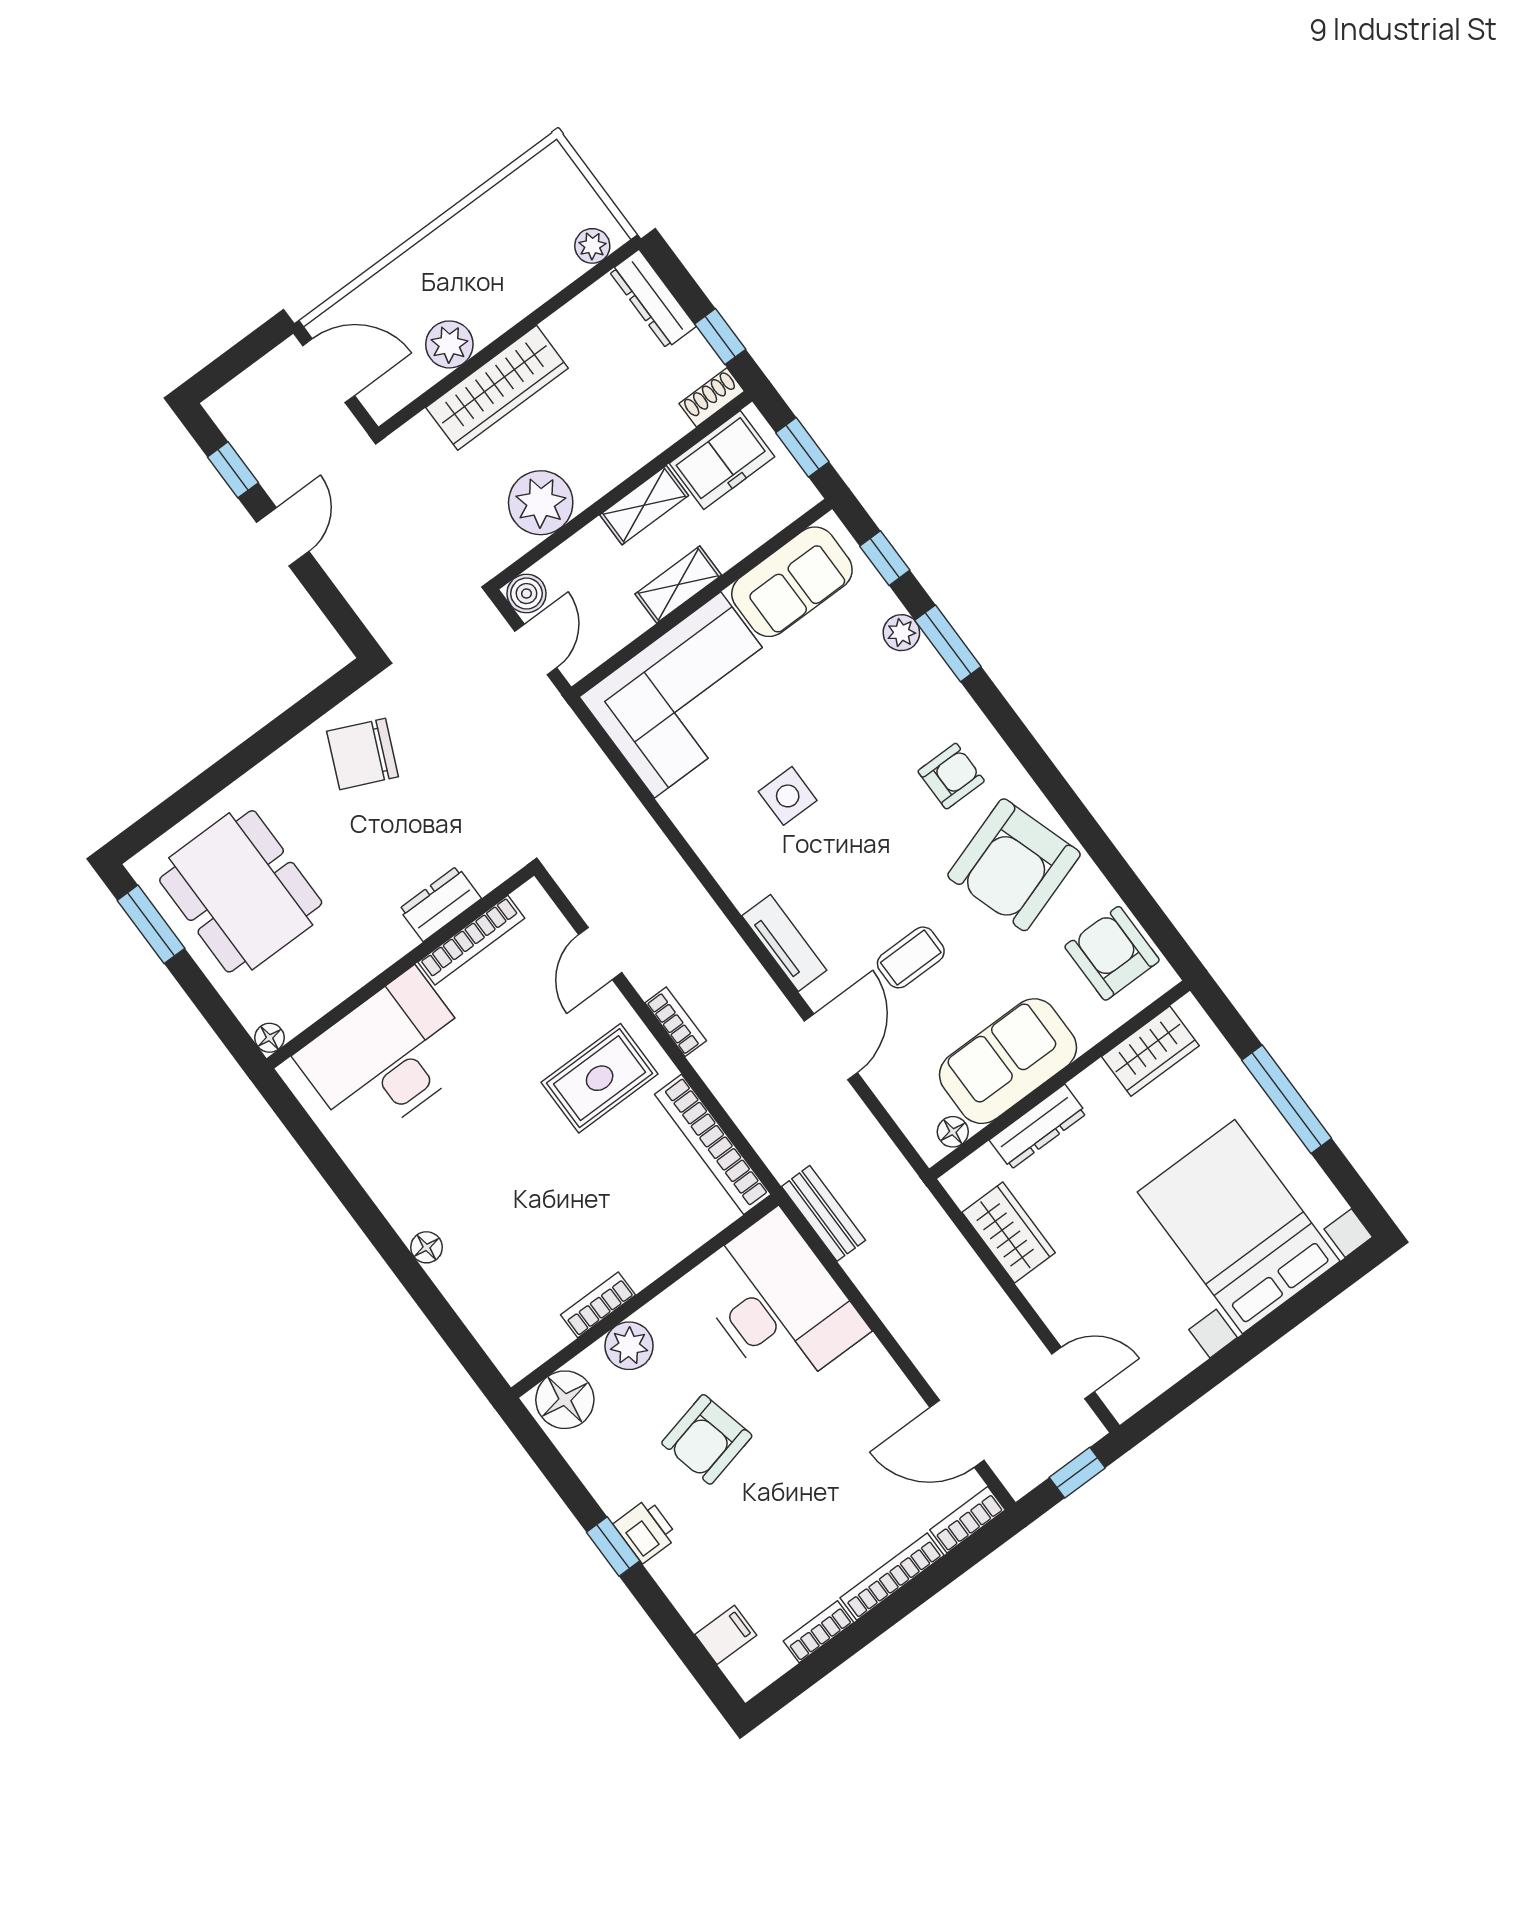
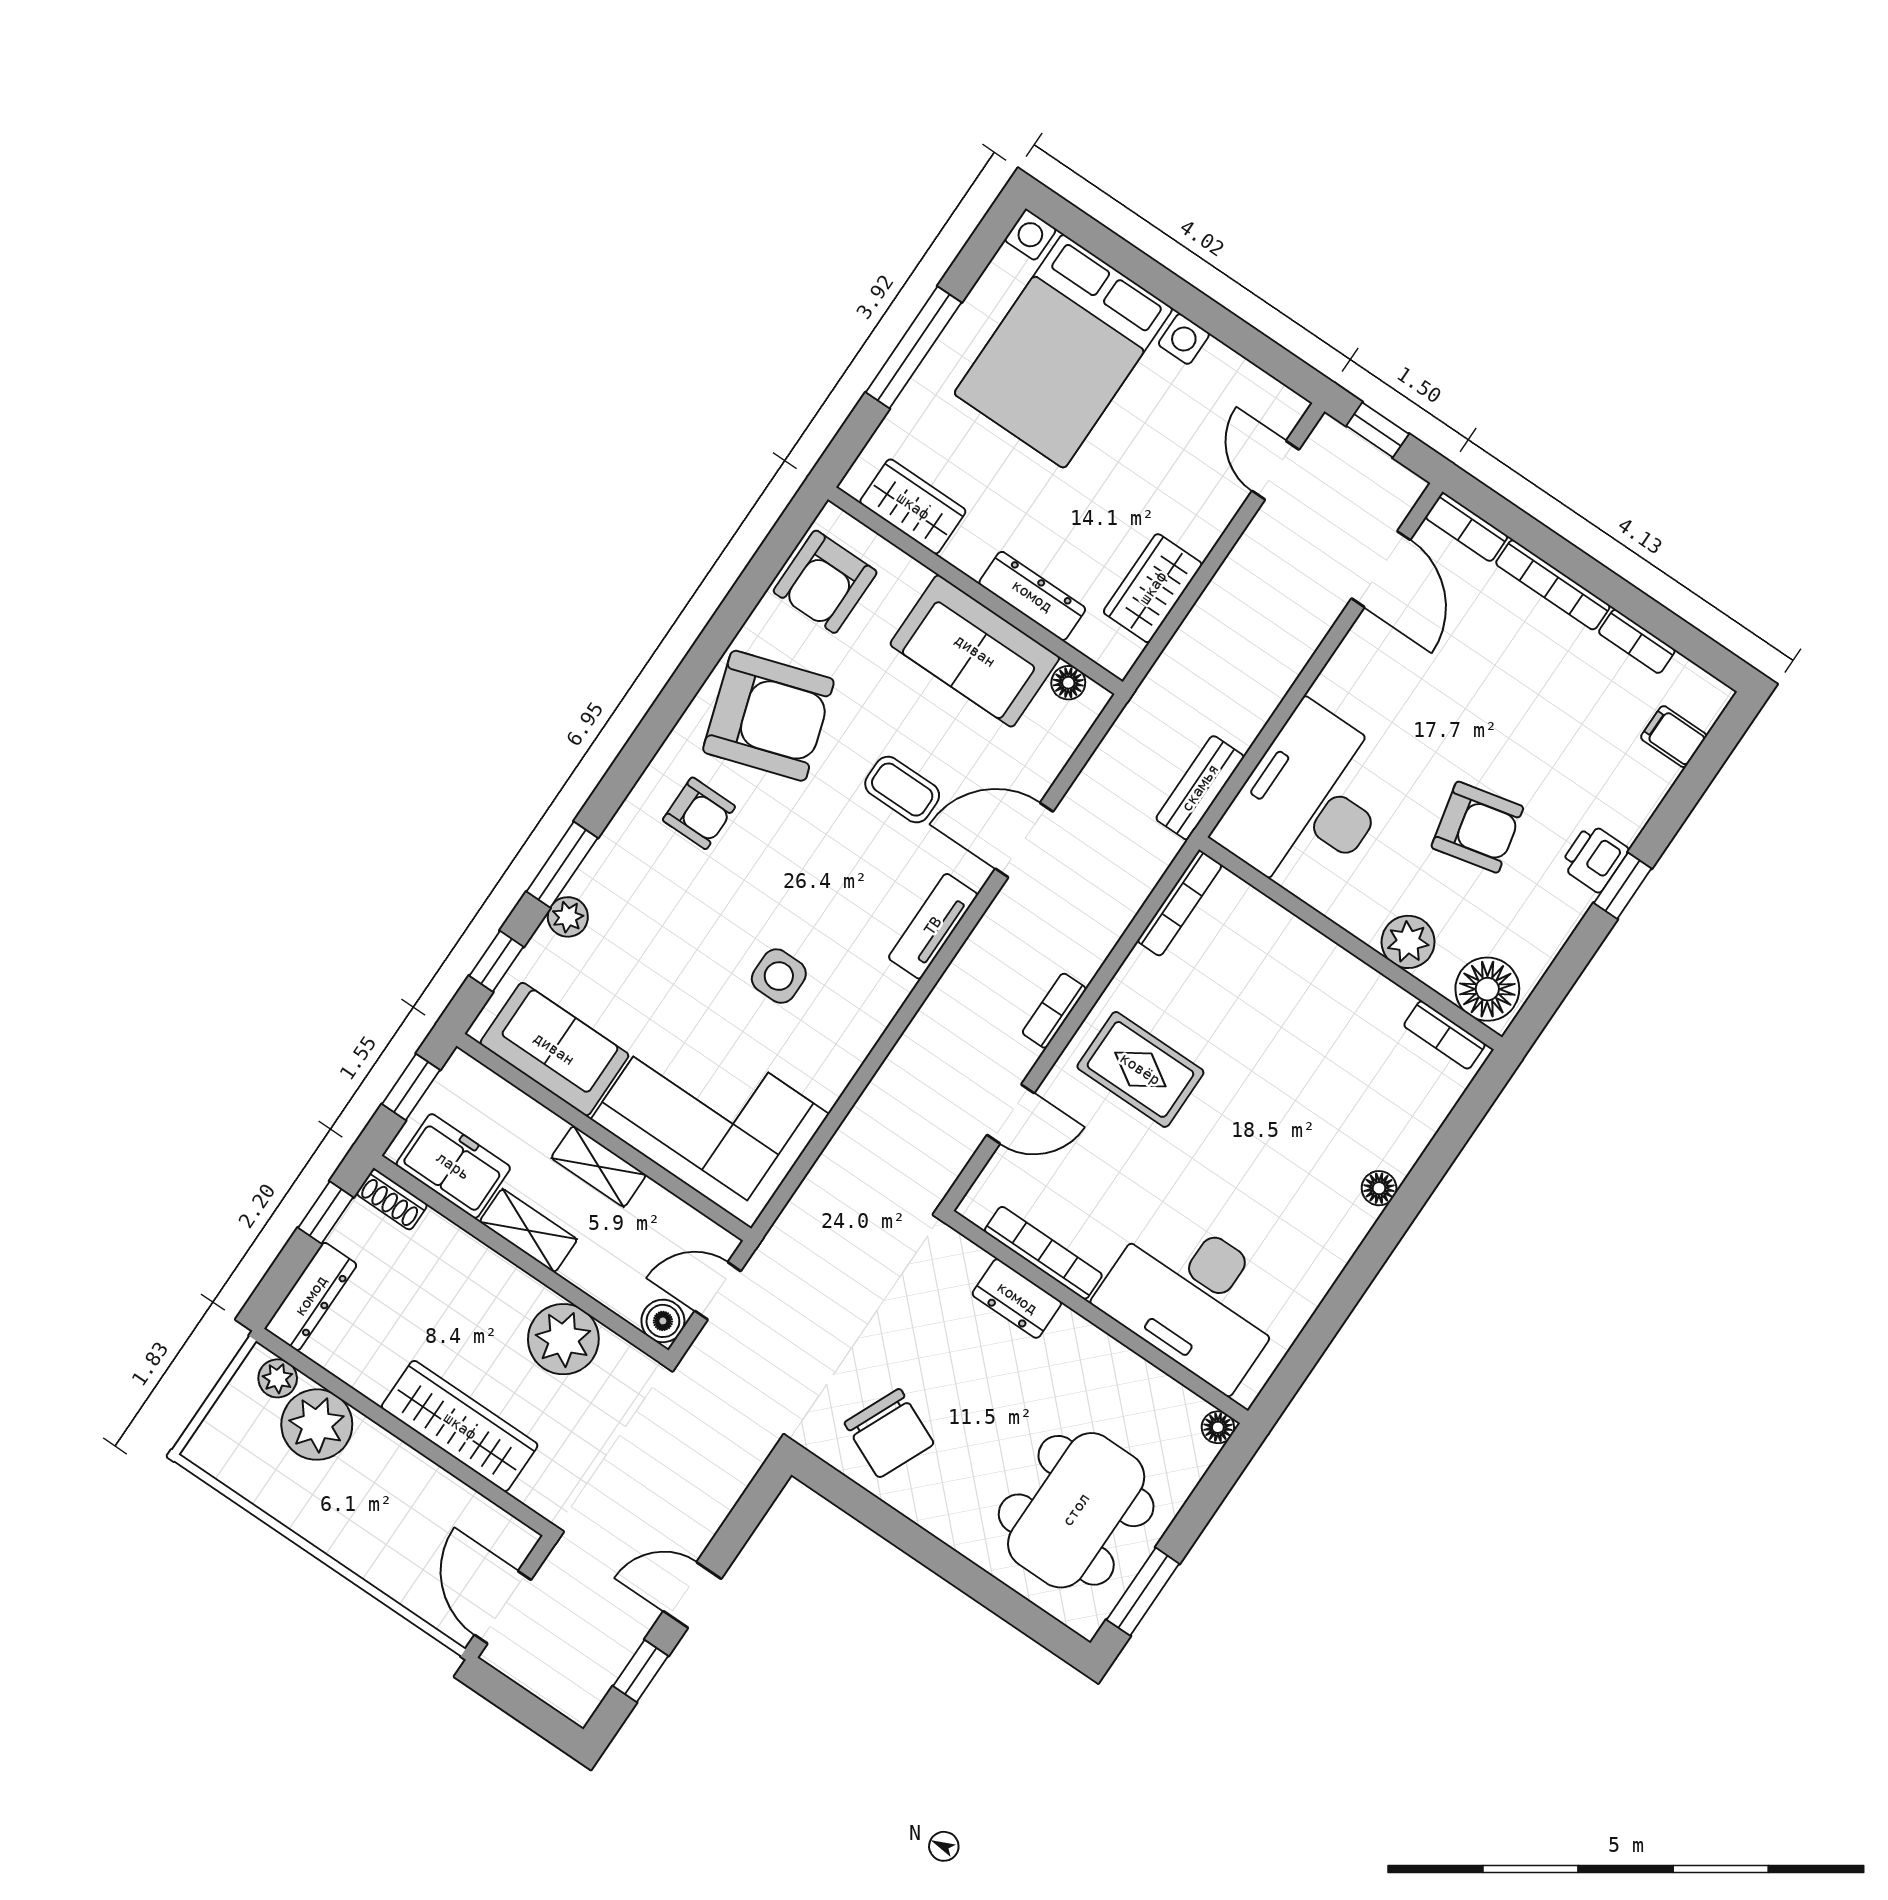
plant: (449, 344) -> (317, 1425), moved, width x1.36, depth x1.36
armchair: (951, 776) -> (699, 813), turned 180
bookcase: (713, 1144) -> (1180, 903), width x0.68, depth x0.76
bookcase: (598, 1305) -> (1445, 1035), moved

